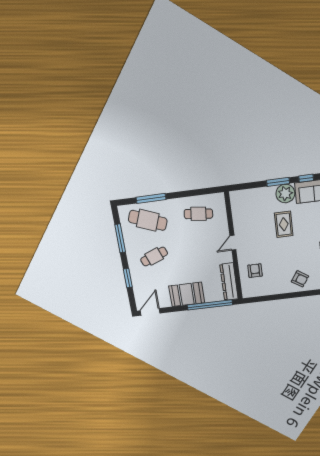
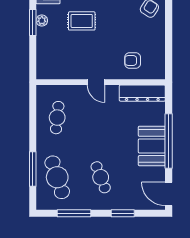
plant: (285, 194) -> (42, 21), width x0.53, depth x0.53
cafe table: (148, 220) -> (57, 177), turned -39
window: (210, 305) -> (169, 141), moved

